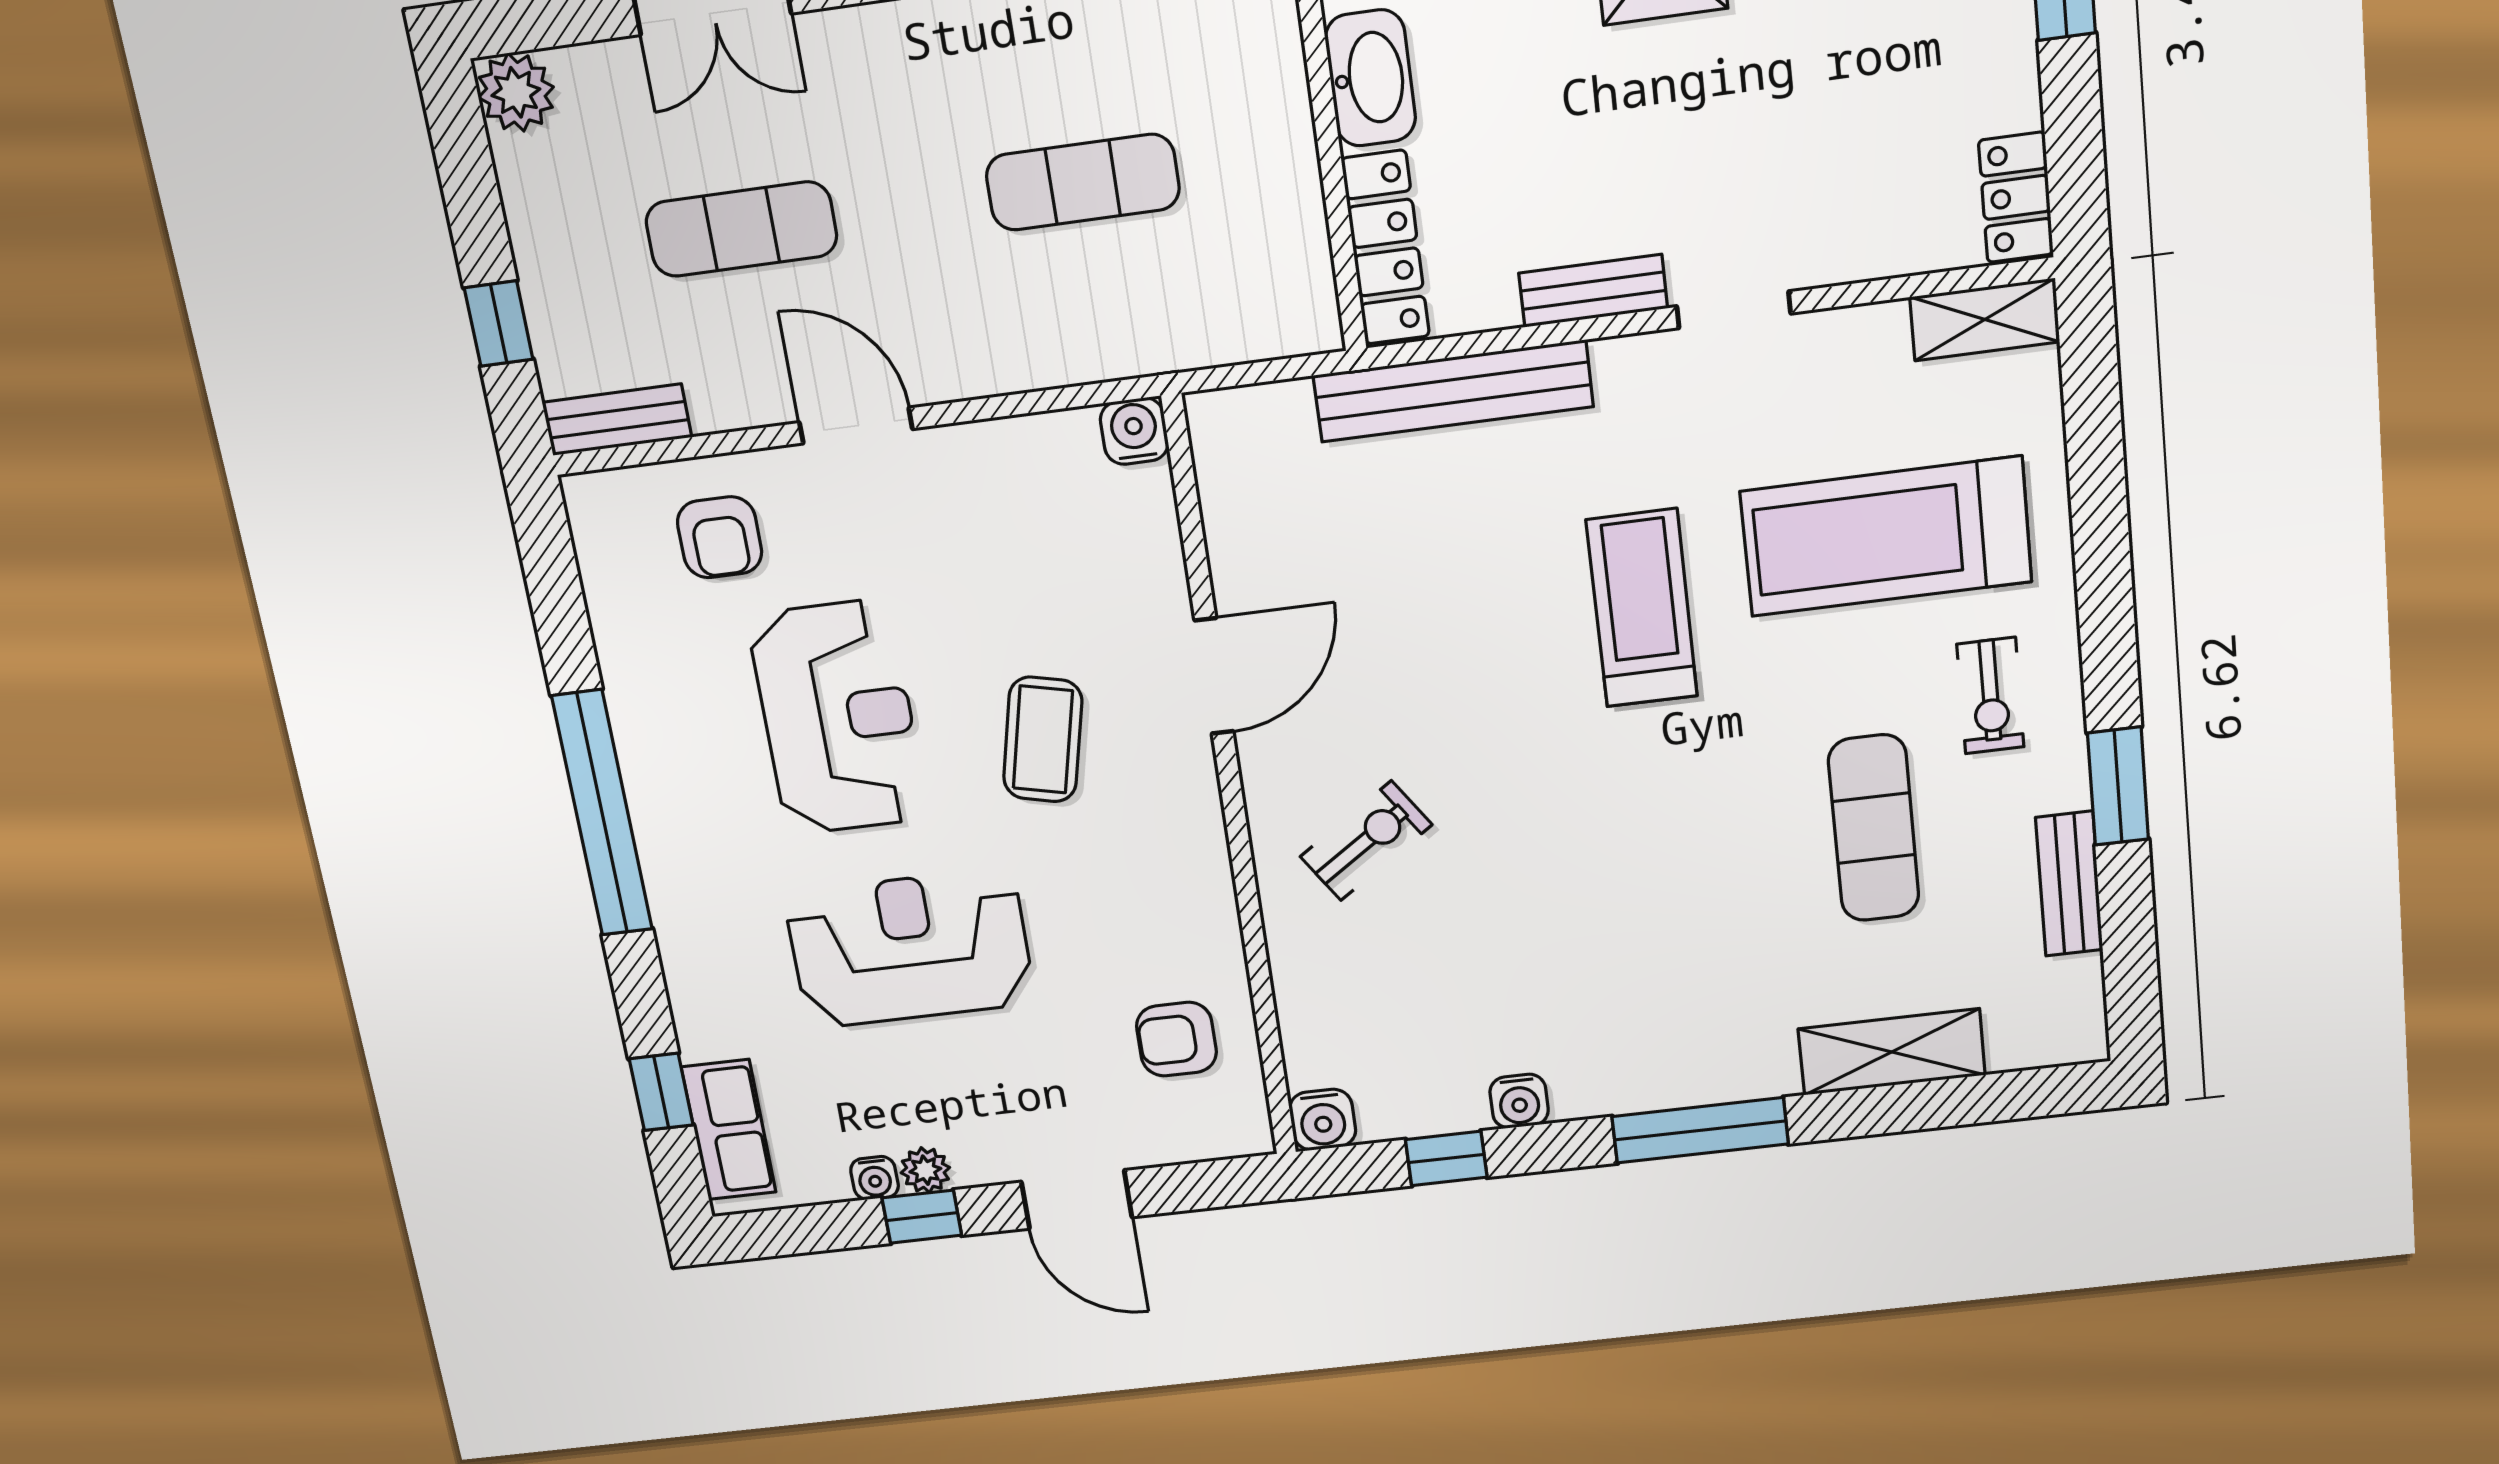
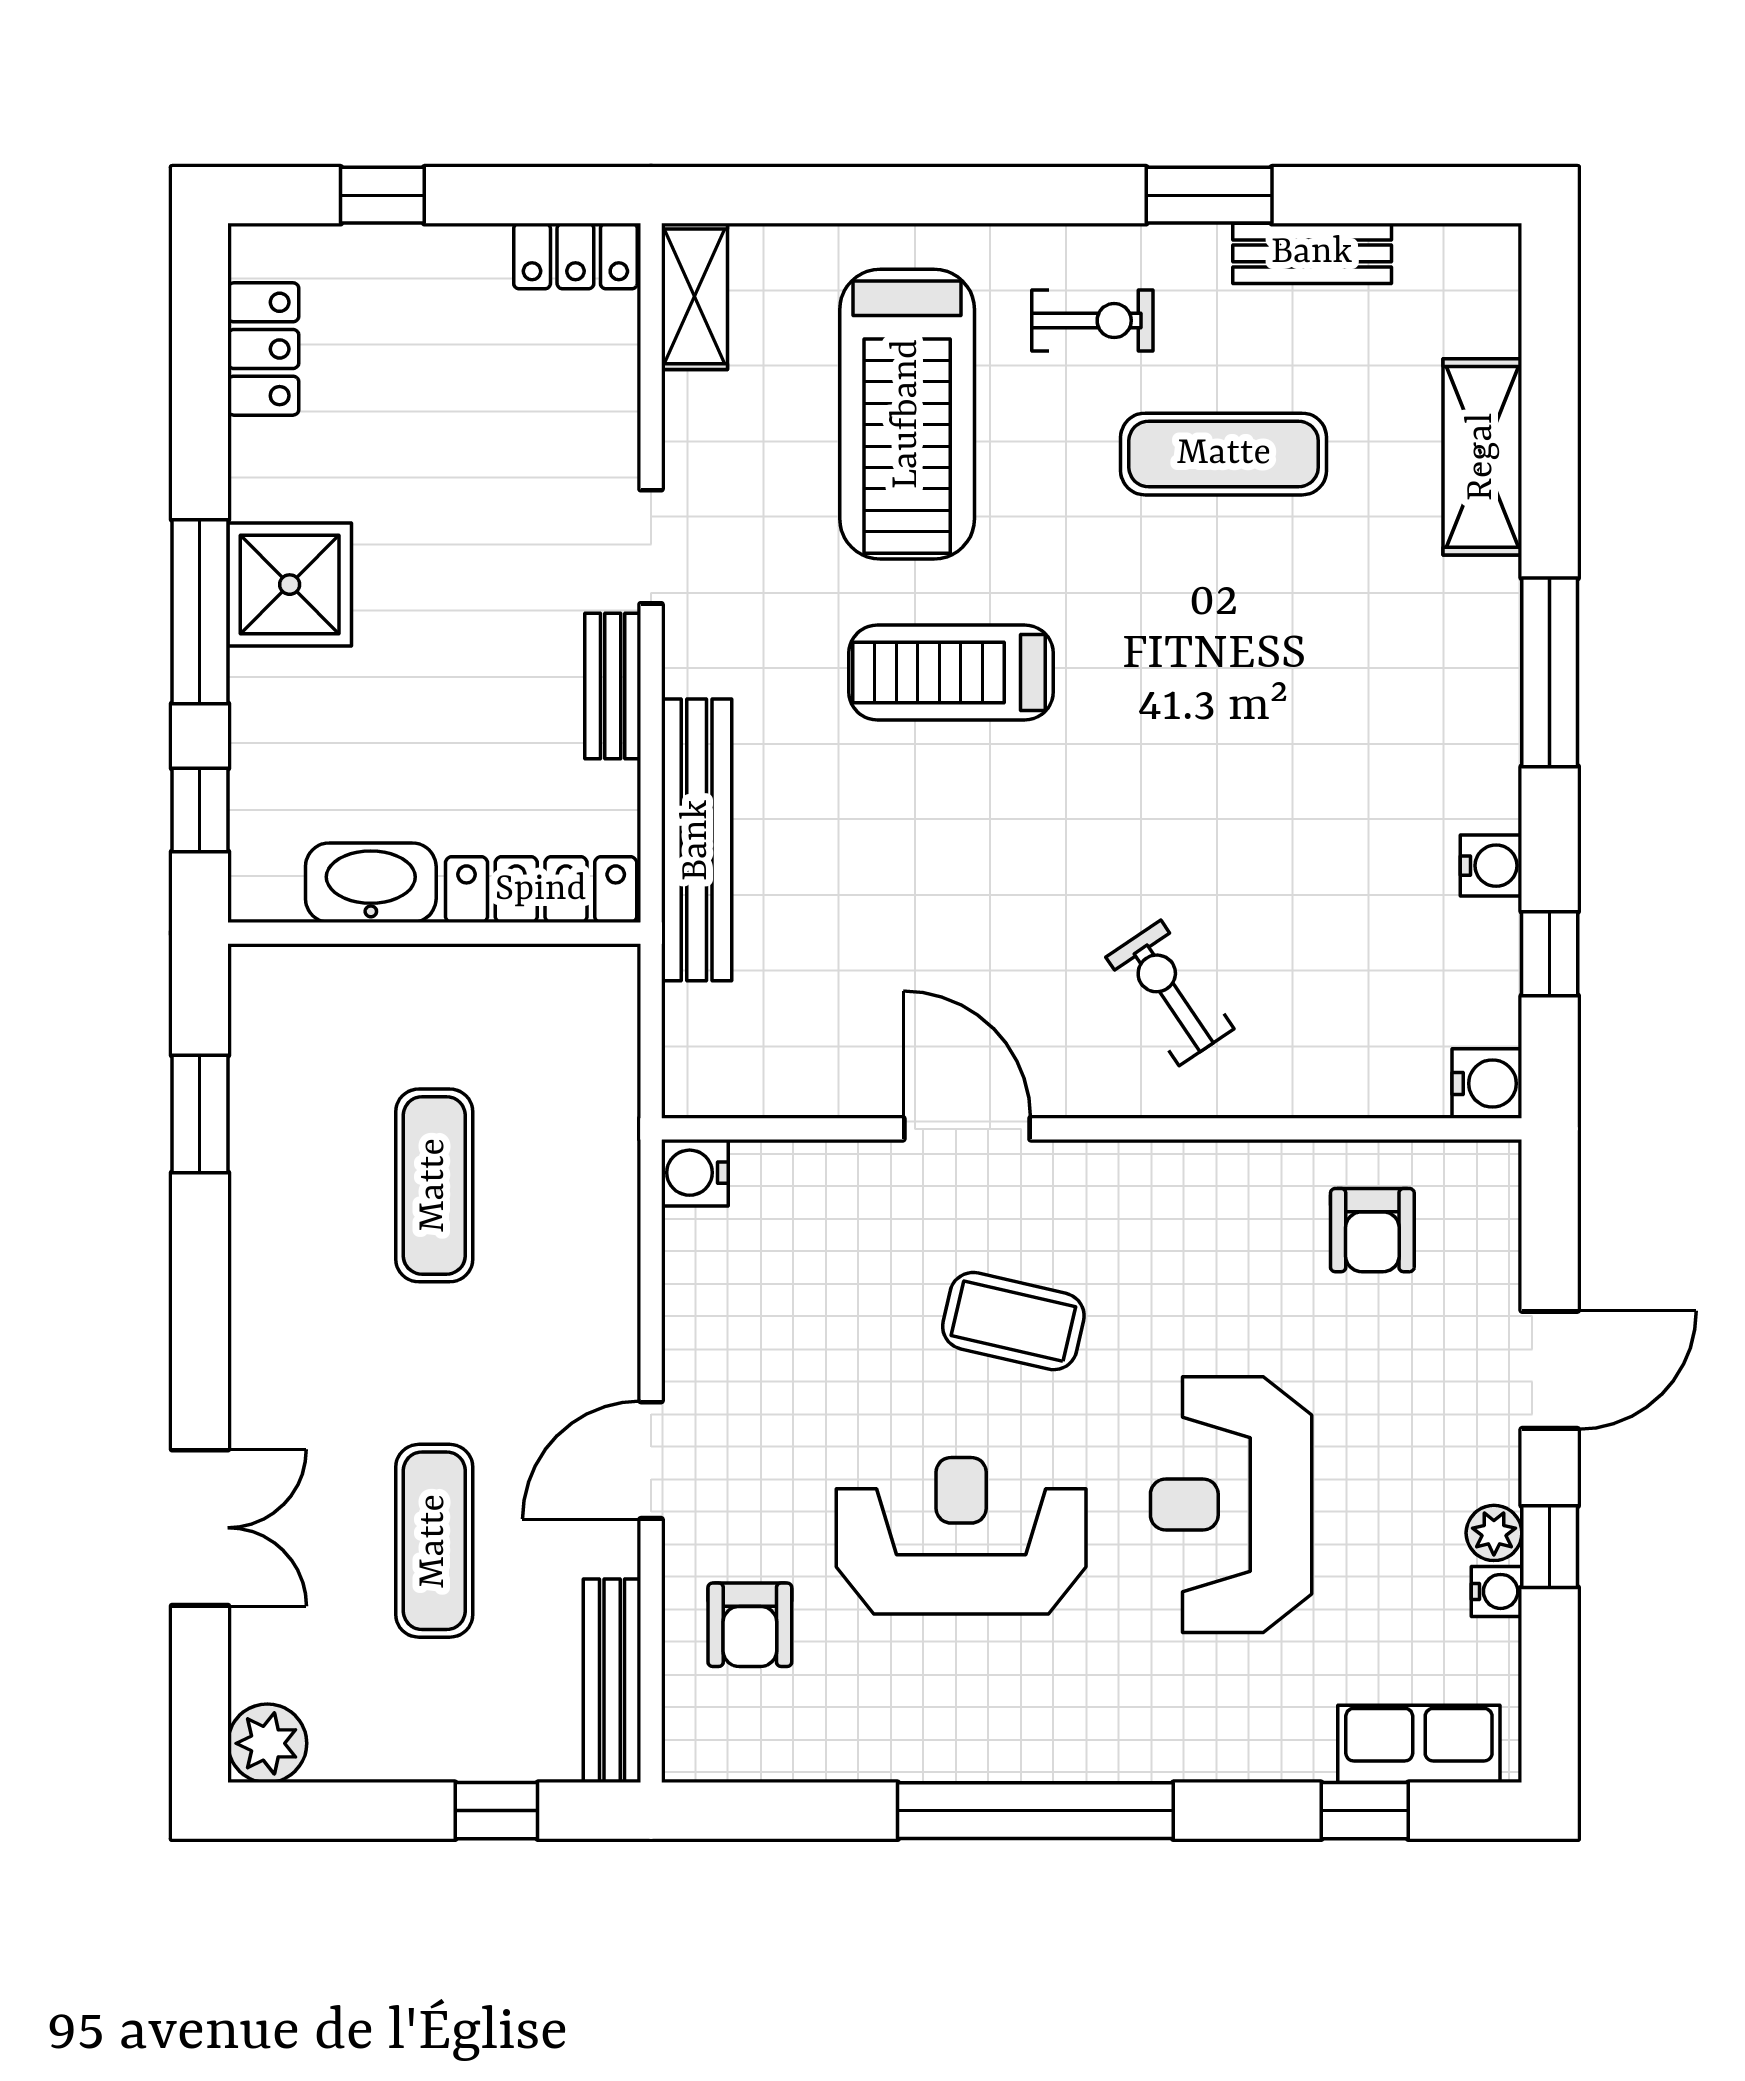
bench: (617, 420) -> (612, 1681), width x1.36
armchair: (720, 537) -> (750, 1625), turned 90

